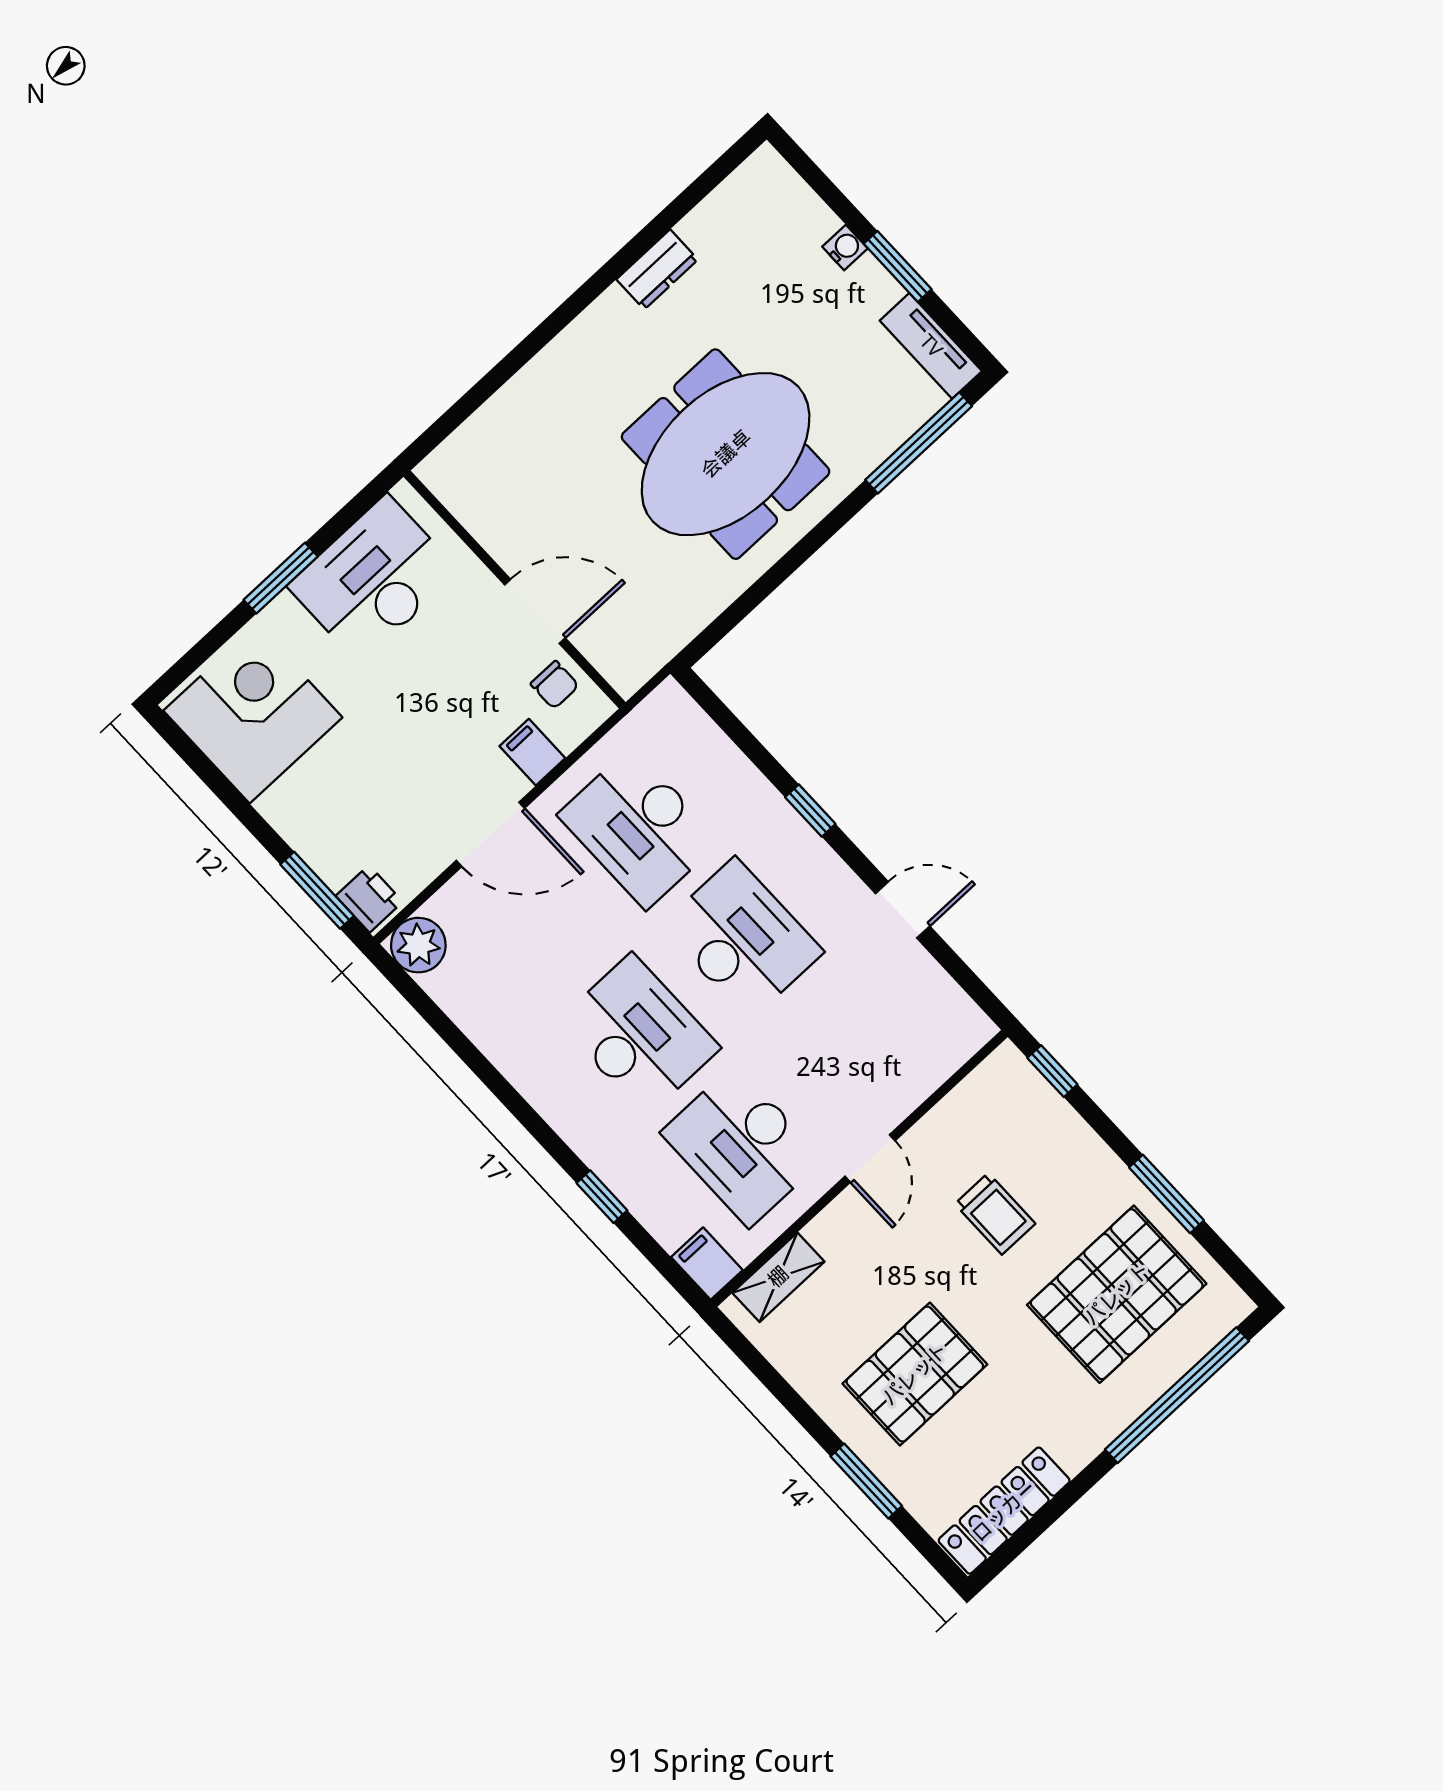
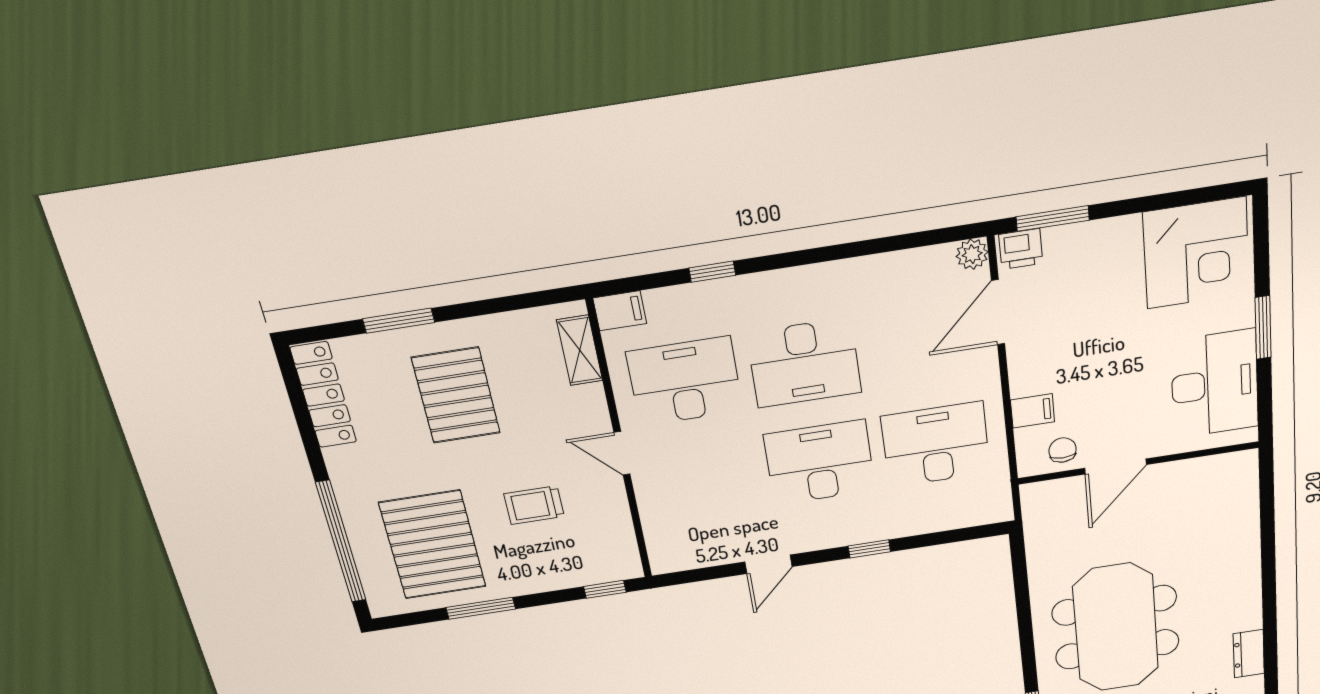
chair: (555, 685) -> (1063, 450), turned 90
door: (490, 834) -> (998, 312), moved
desk: (742, 939) -> (820, 462), turned 180
plant: (418, 945) -> (972, 254), width x0.73, depth x0.73

